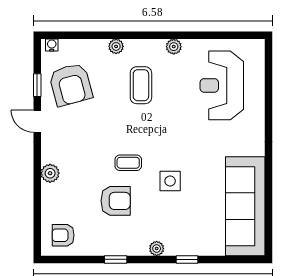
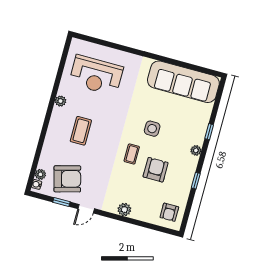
plant: (116, 46) -> (40, 174), moved
coffee table: (141, 85) -> (81, 131), turned 90

